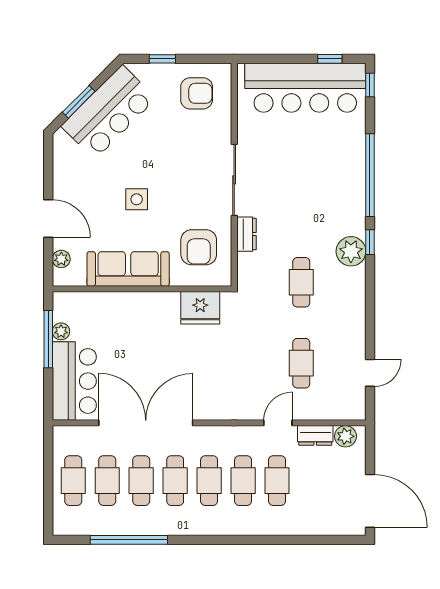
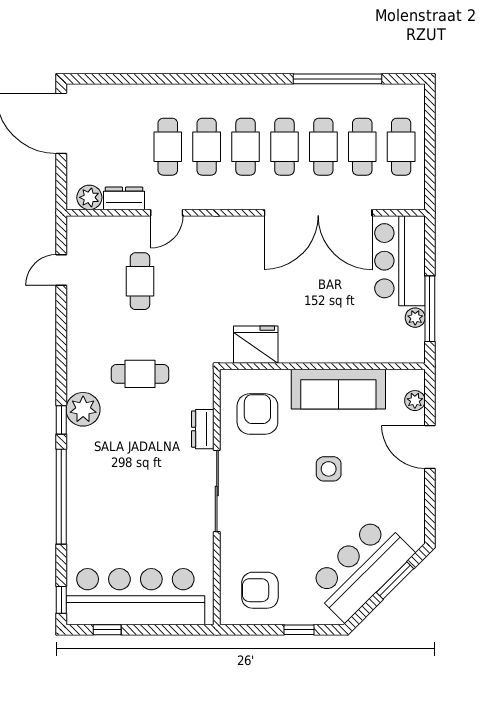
cafe table: (301, 282) -> (140, 374), turned 90

